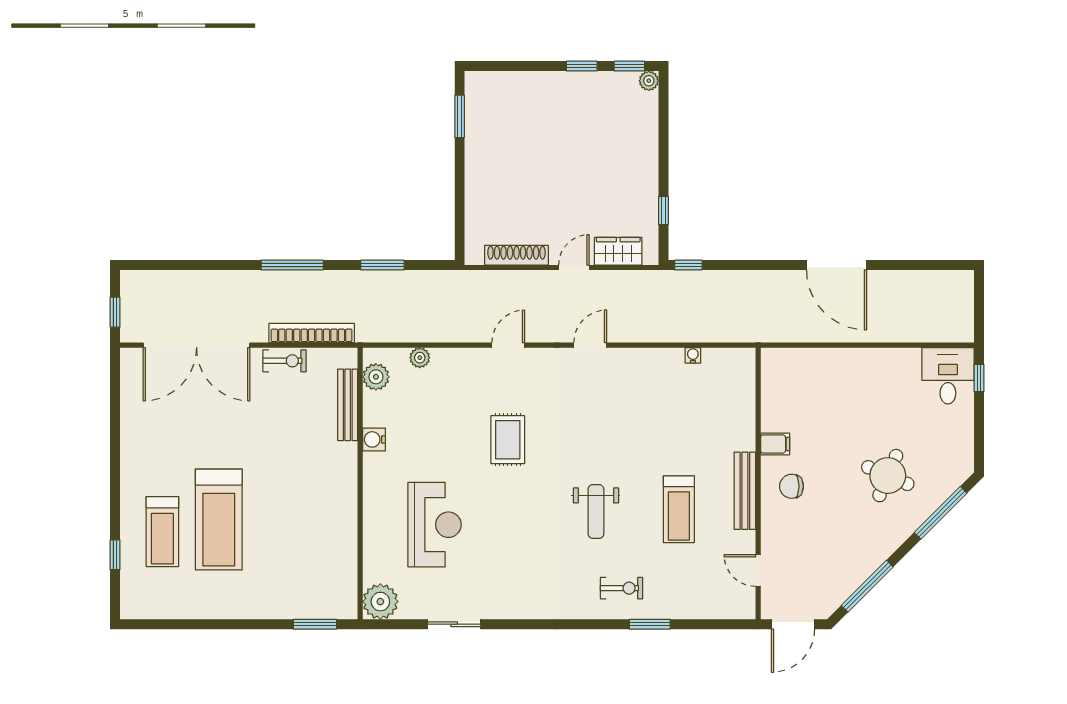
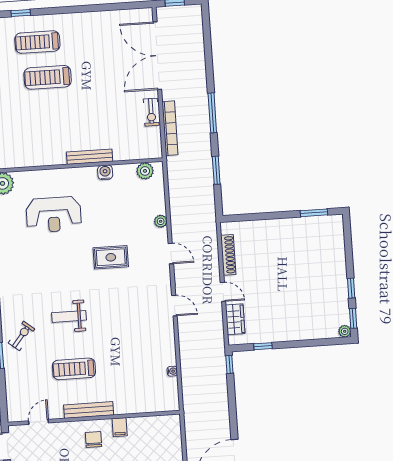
plant: (420, 358) -> (161, 221), moved
bench: (348, 405) -> (90, 157), moved
treadmill: (219, 520) -> (48, 77), width x0.73, depth x0.73
exercise bike: (621, 588) -> (21, 336), turned -141

